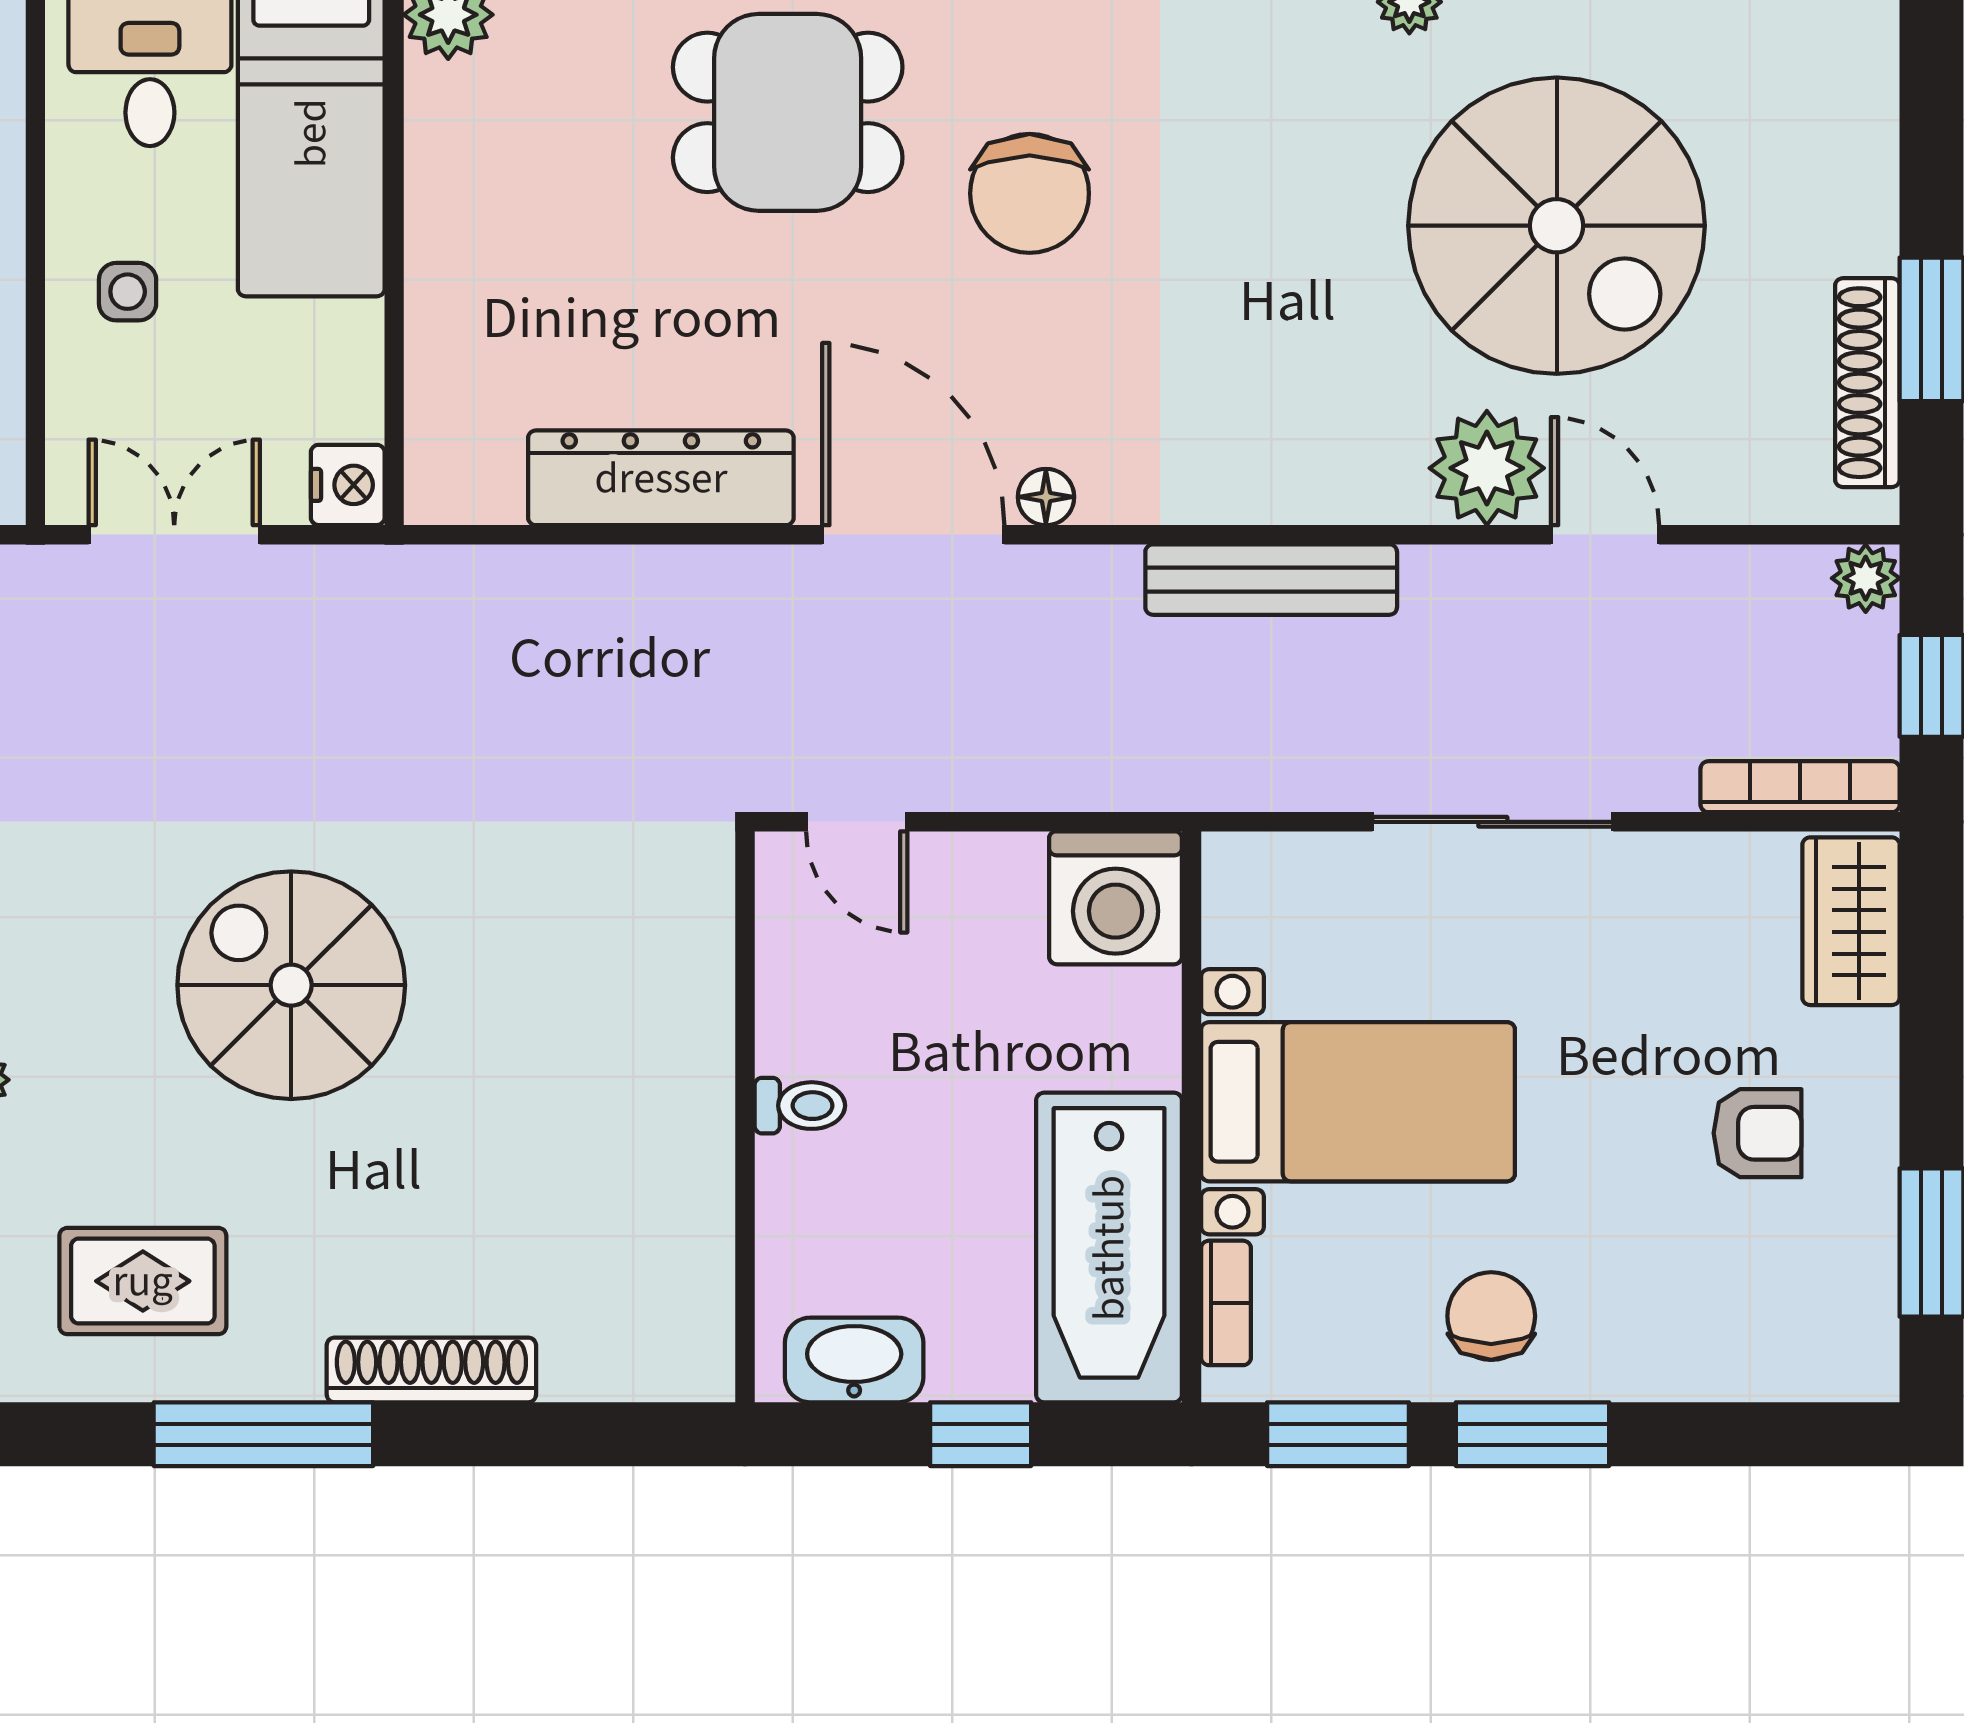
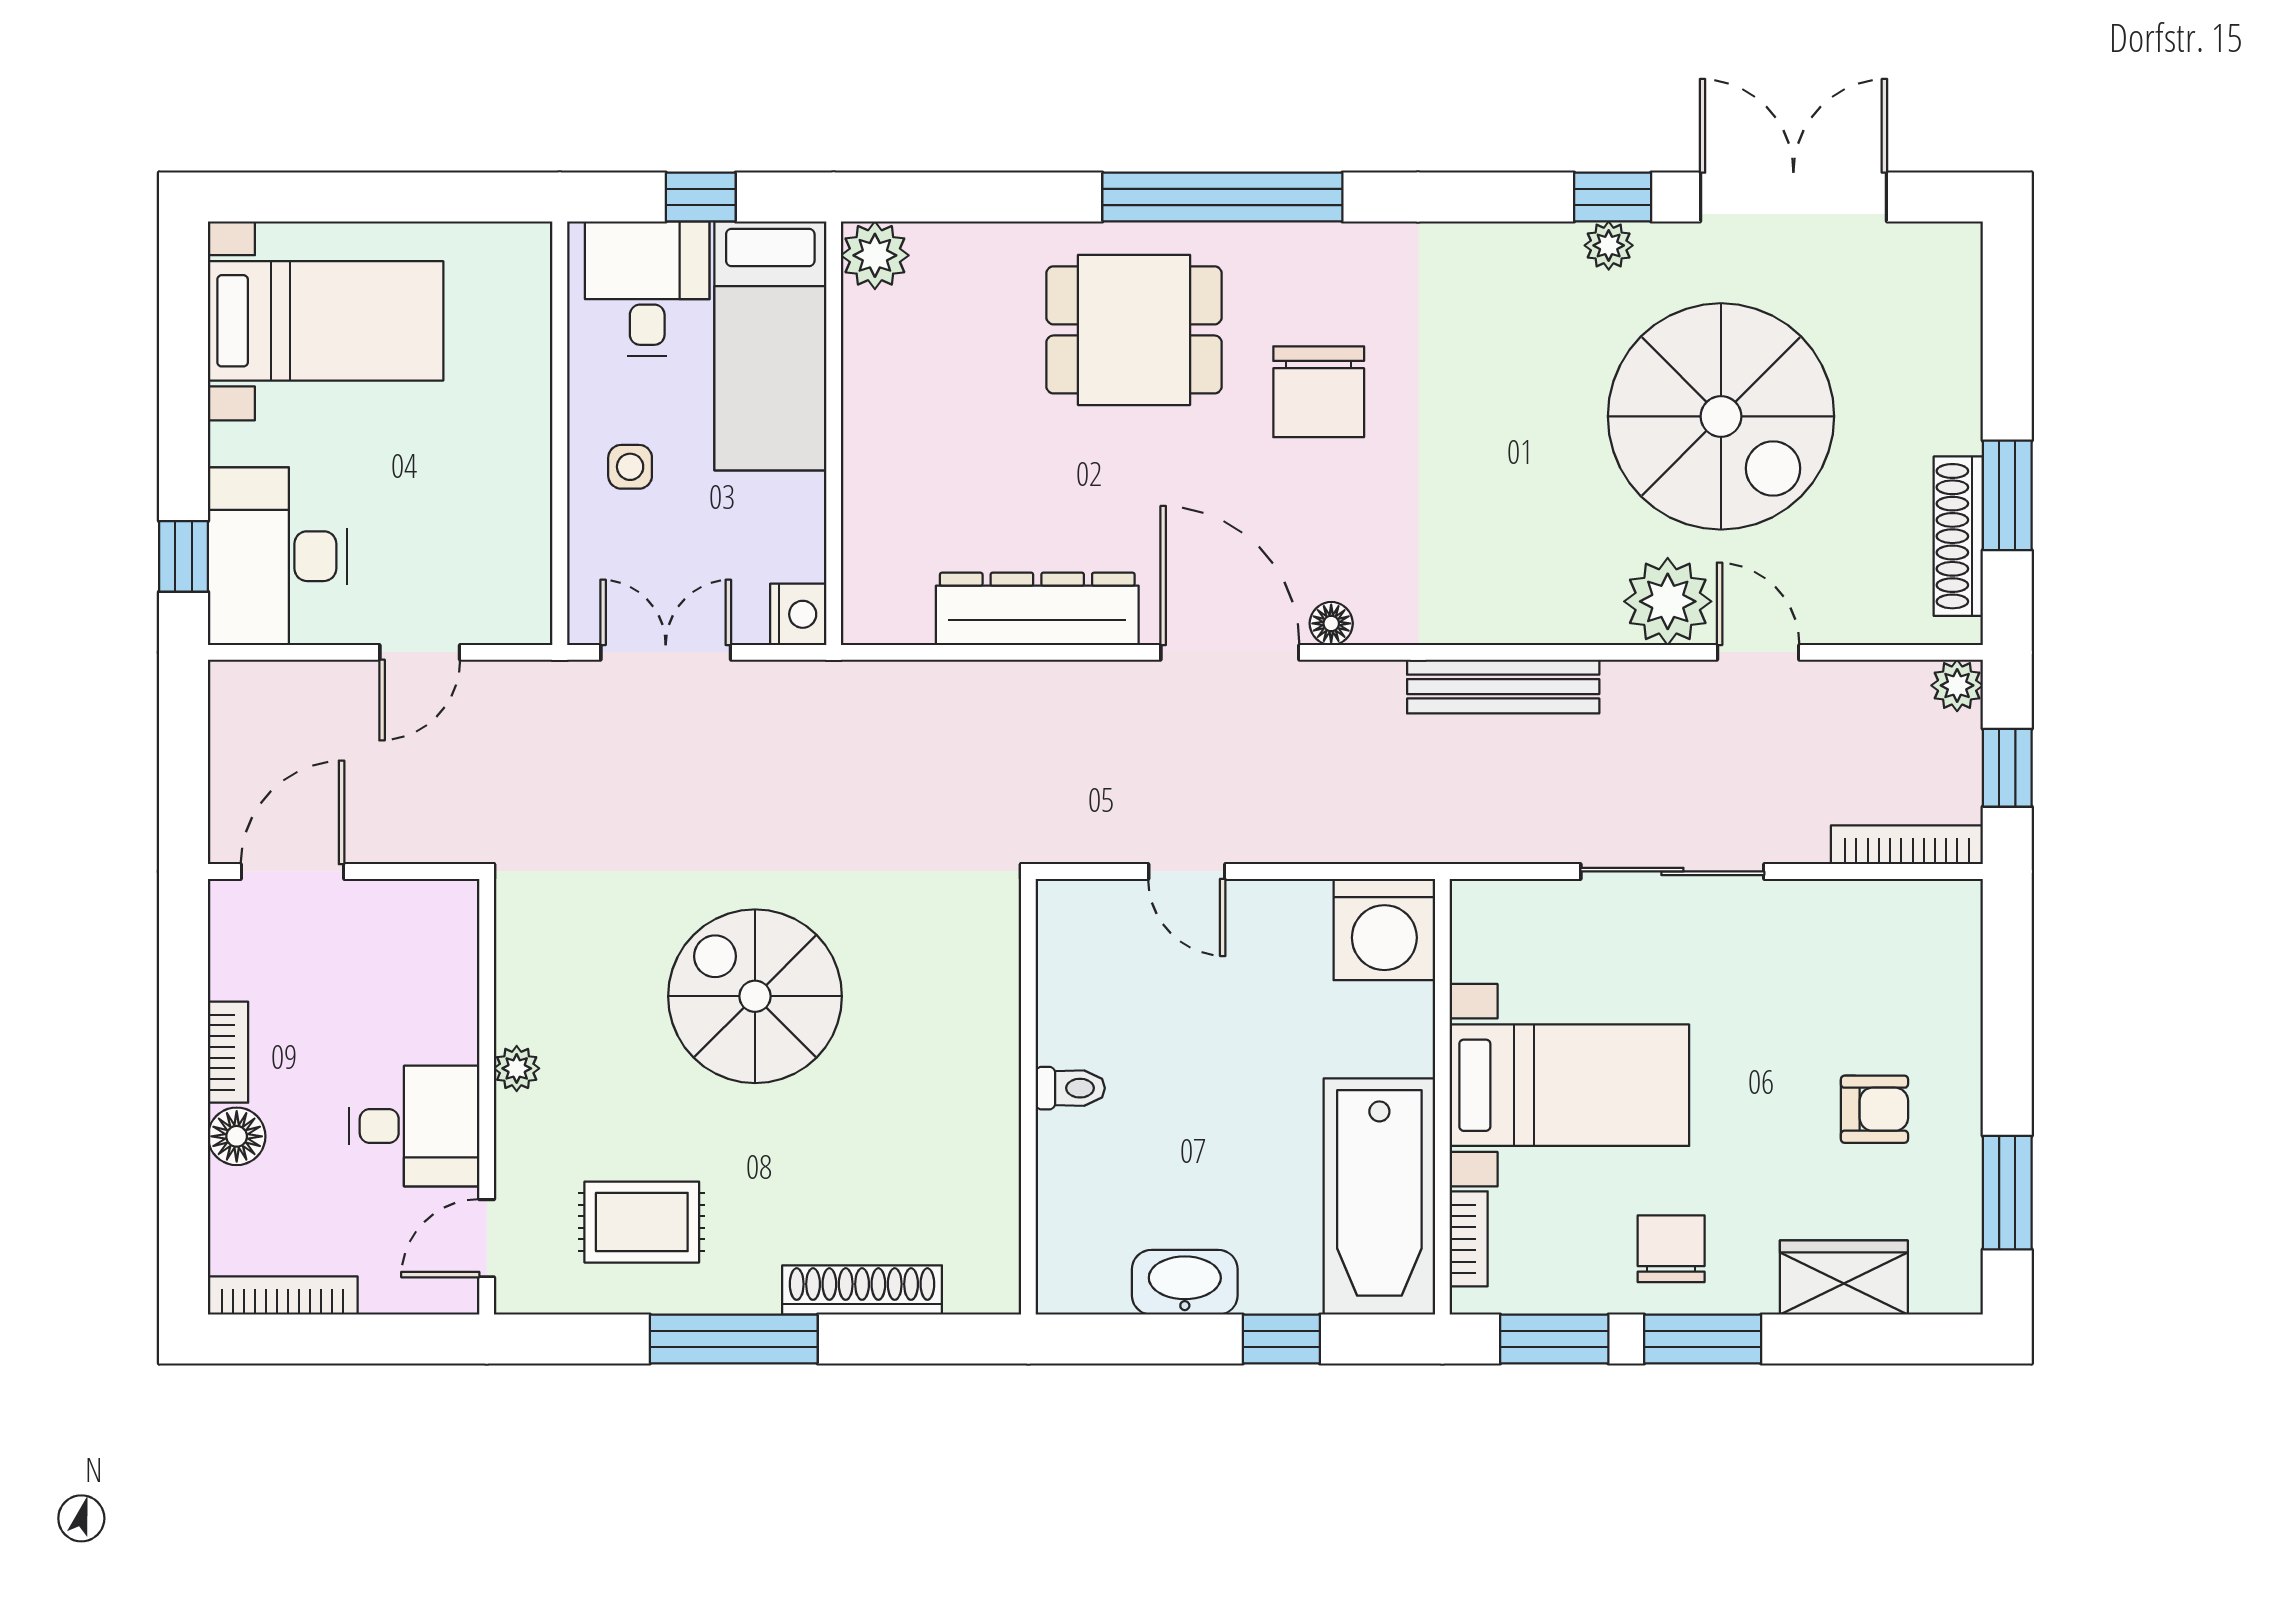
wardrobe: (1851, 921) -> (1844, 1278), moved, turned 90
toilet: (800, 1106) -> (1070, 1088), moved
wall: (745, 1117) -> (1028, 1097), moved

